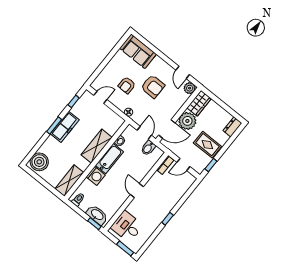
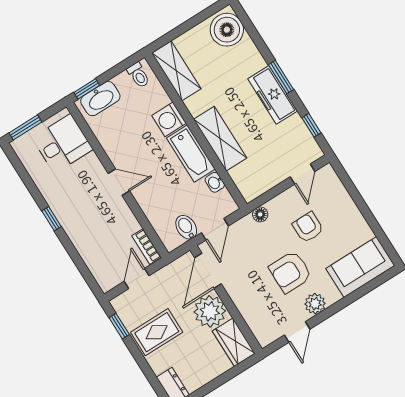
door: (183, 72) -> (297, 332), swing flipped
plant: (190, 88) -> (315, 304), moved
door: (144, 133) -> (215, 229), hinge flipped

